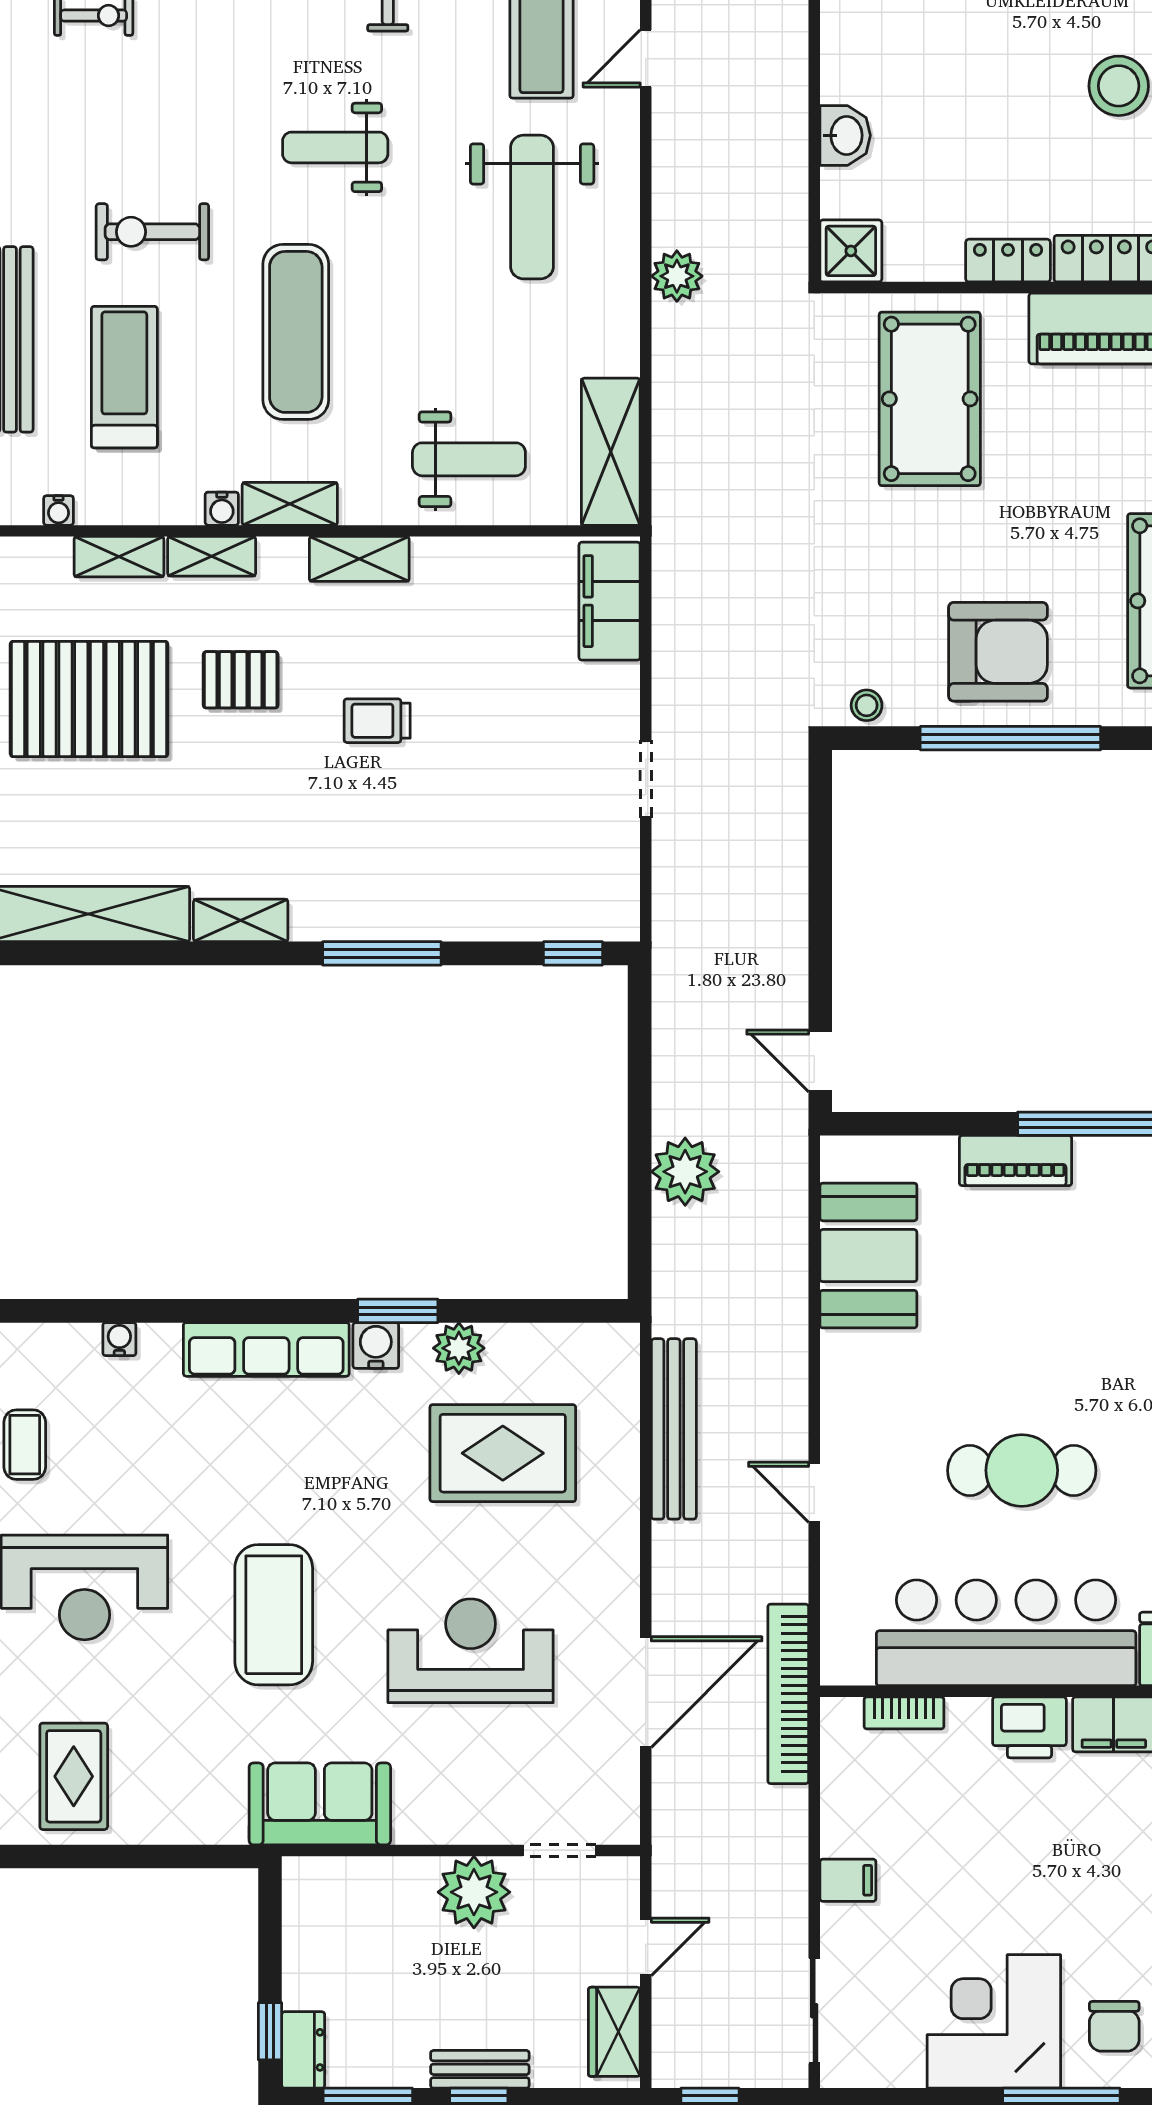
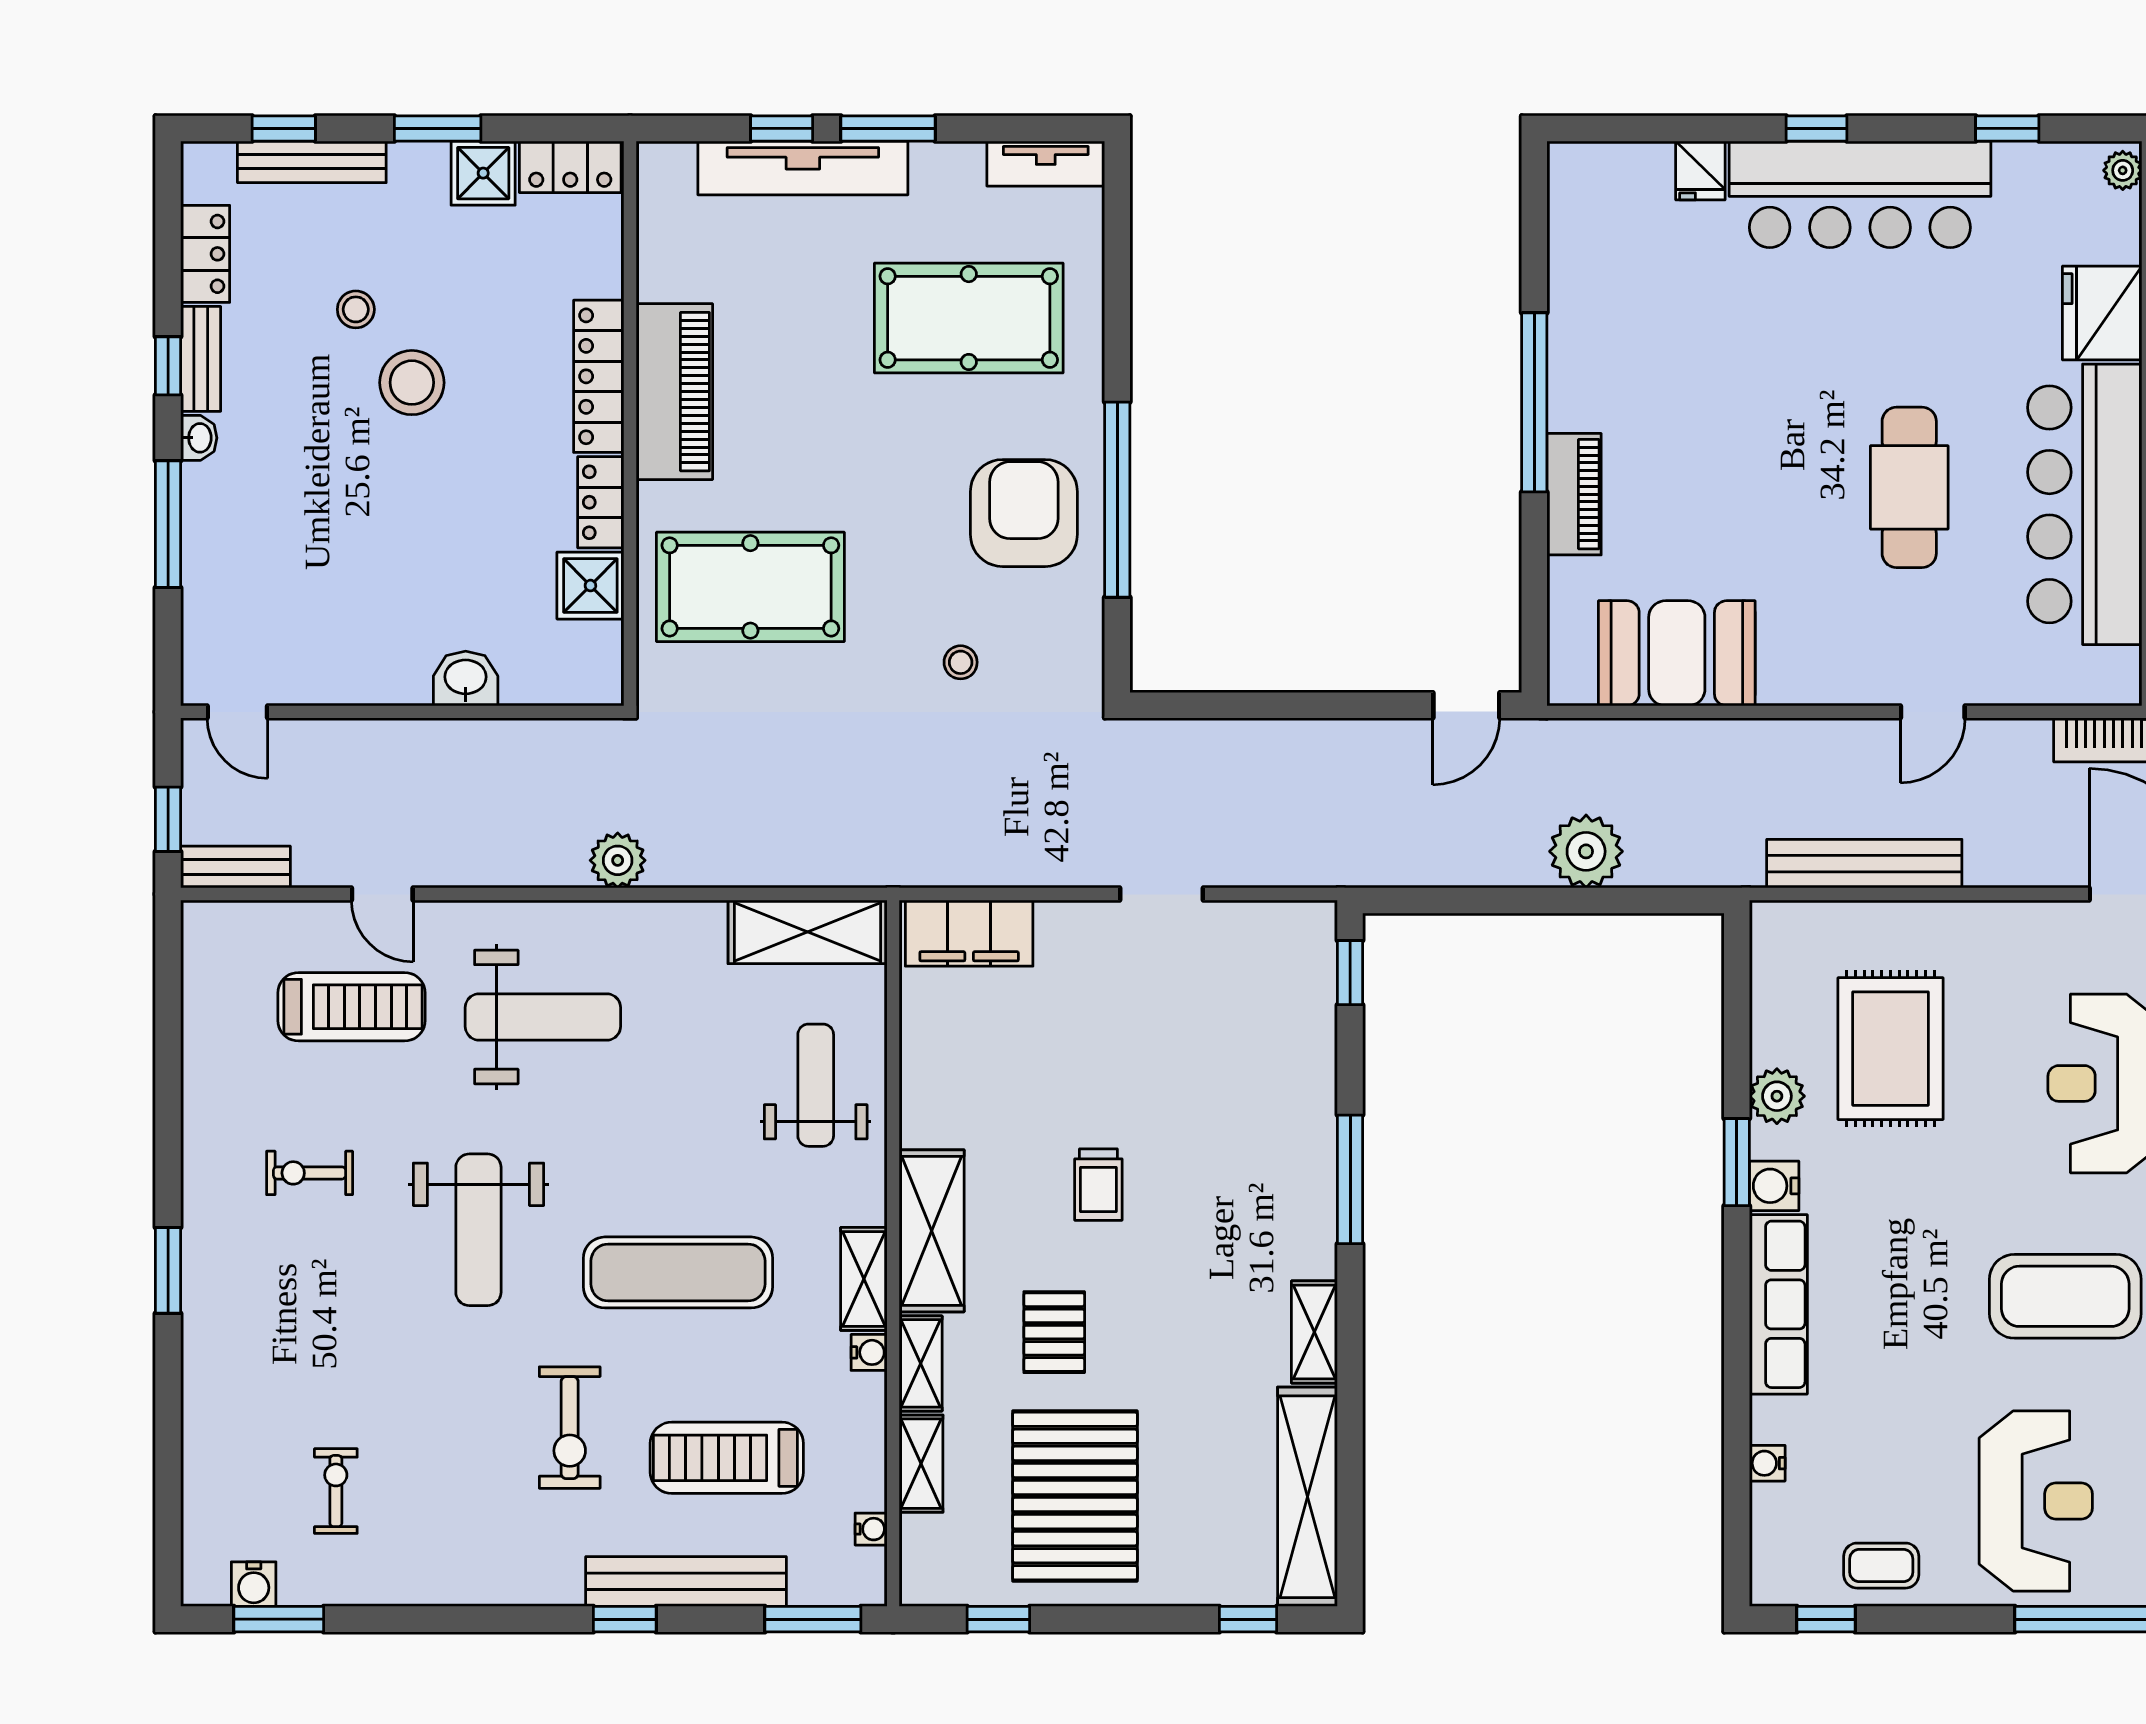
weight bench: (335, 147) -> (478, 1230), width x1.36, depth x1.33
shower: (851, 251) -> (590, 586), moved
shelving: (359, 559) -> (932, 1231), width x1.50, depth x1.33
stool: (867, 705) -> (961, 662), moved

